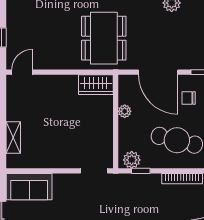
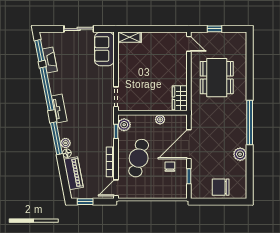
dining table: (104, 38) -> (217, 78), moved, turned 90
shelving: (13, 138) -> (129, 37), moved

